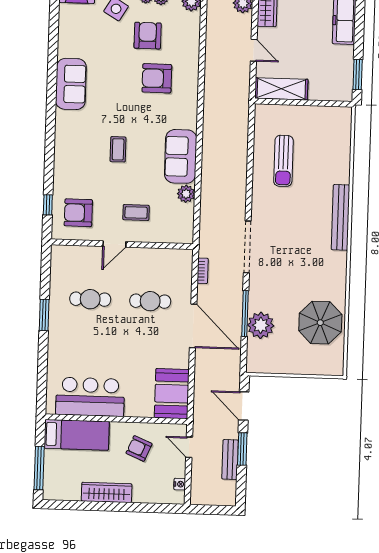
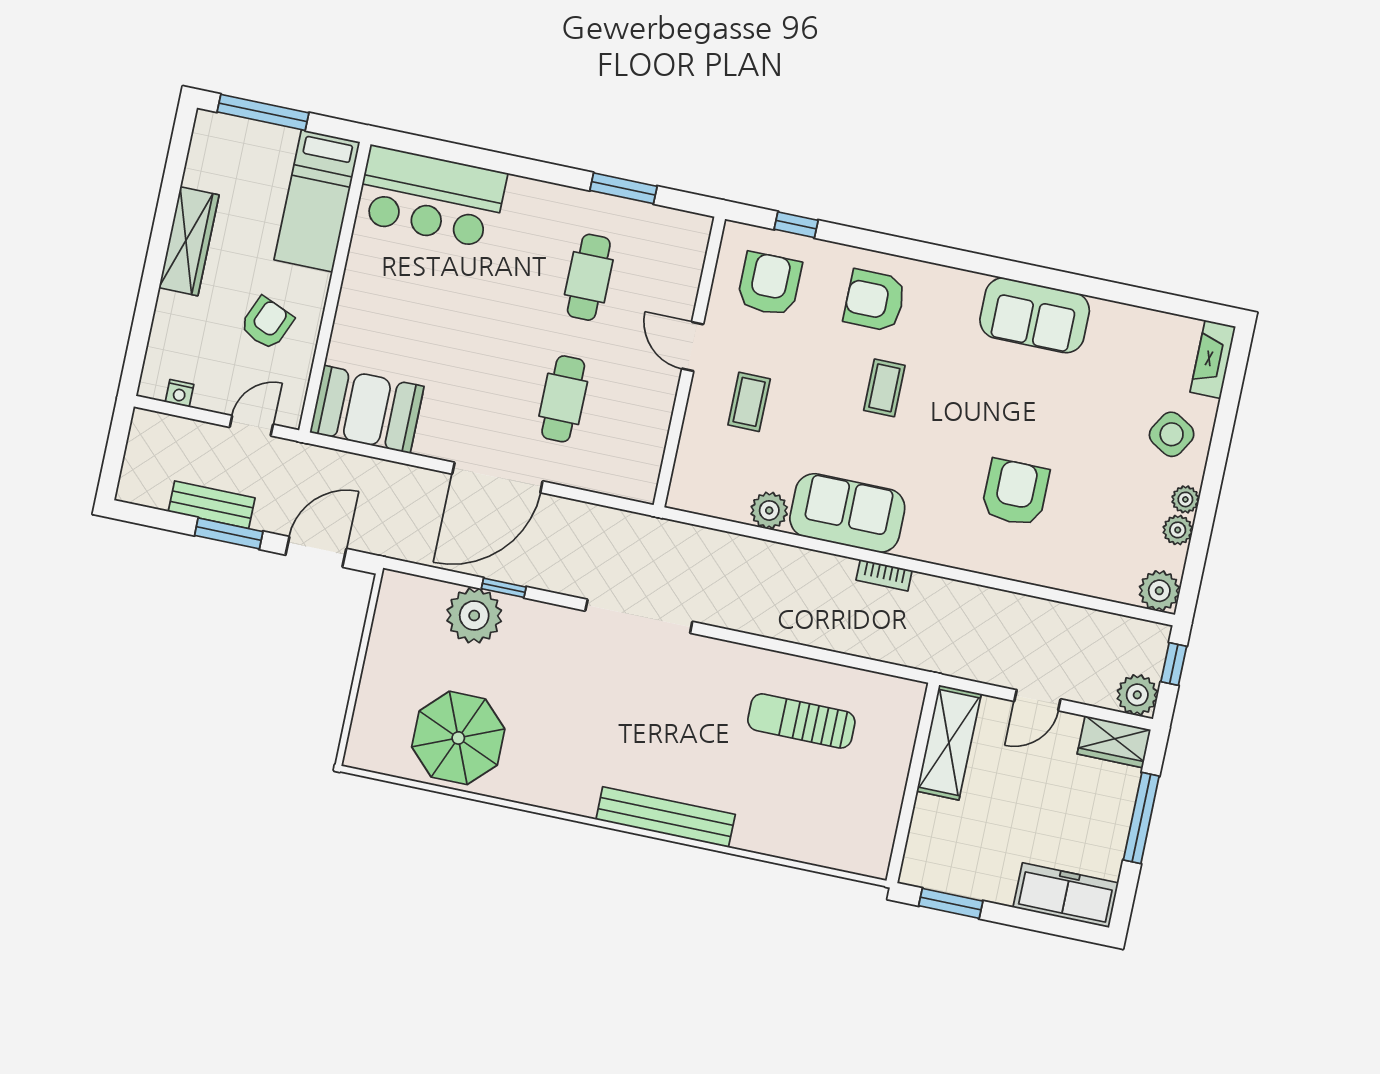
armchair: (148, 36) -> (875, 300), moved, turned 180
coffee table: (118, 149) -> (884, 388), turned 90
bookcase: (203, 271) -> (884, 575), moved
window: (245, 314) -> (504, 588), width x0.46
window: (44, 315) -> (624, 188), moved
bar counter: (90, 397) -> (431, 197), moved, turned 90

